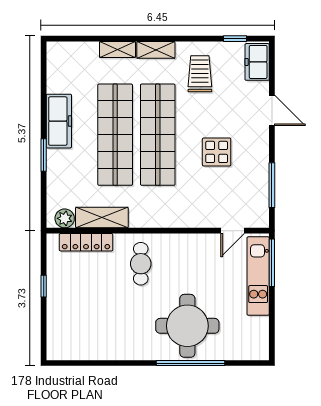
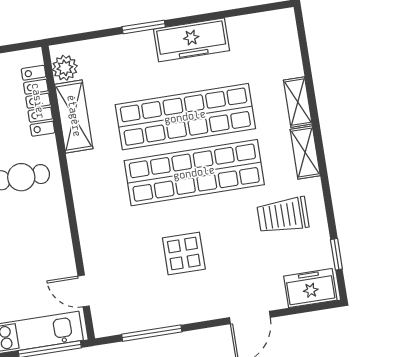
trolley: (200, 74) -> (283, 215), turned 180

